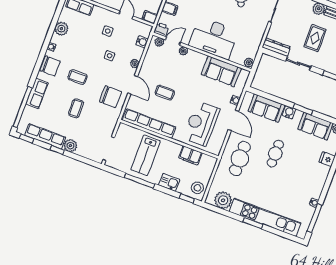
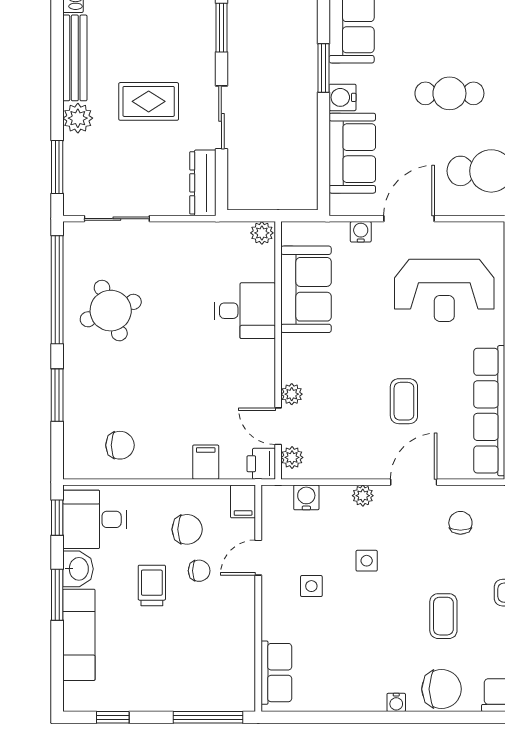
plant: (61, 29) -> (346, 695), removed
desk: (214, 38) -> (245, 311), width x0.53, depth x0.77
chair: (50, 66) -> (442, 689), turned 90
chair: (111, 97) -> (460, 523), width x0.54, depth x0.54

